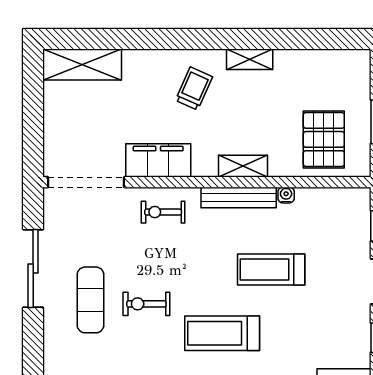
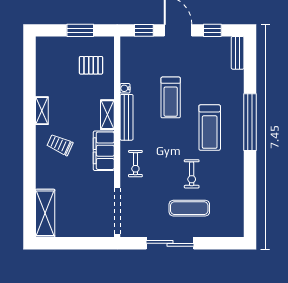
pallet: (324, 139) -> (91, 65), width x0.67, depth x0.71
filing cabinet: (158, 160) -> (104, 151), moved

